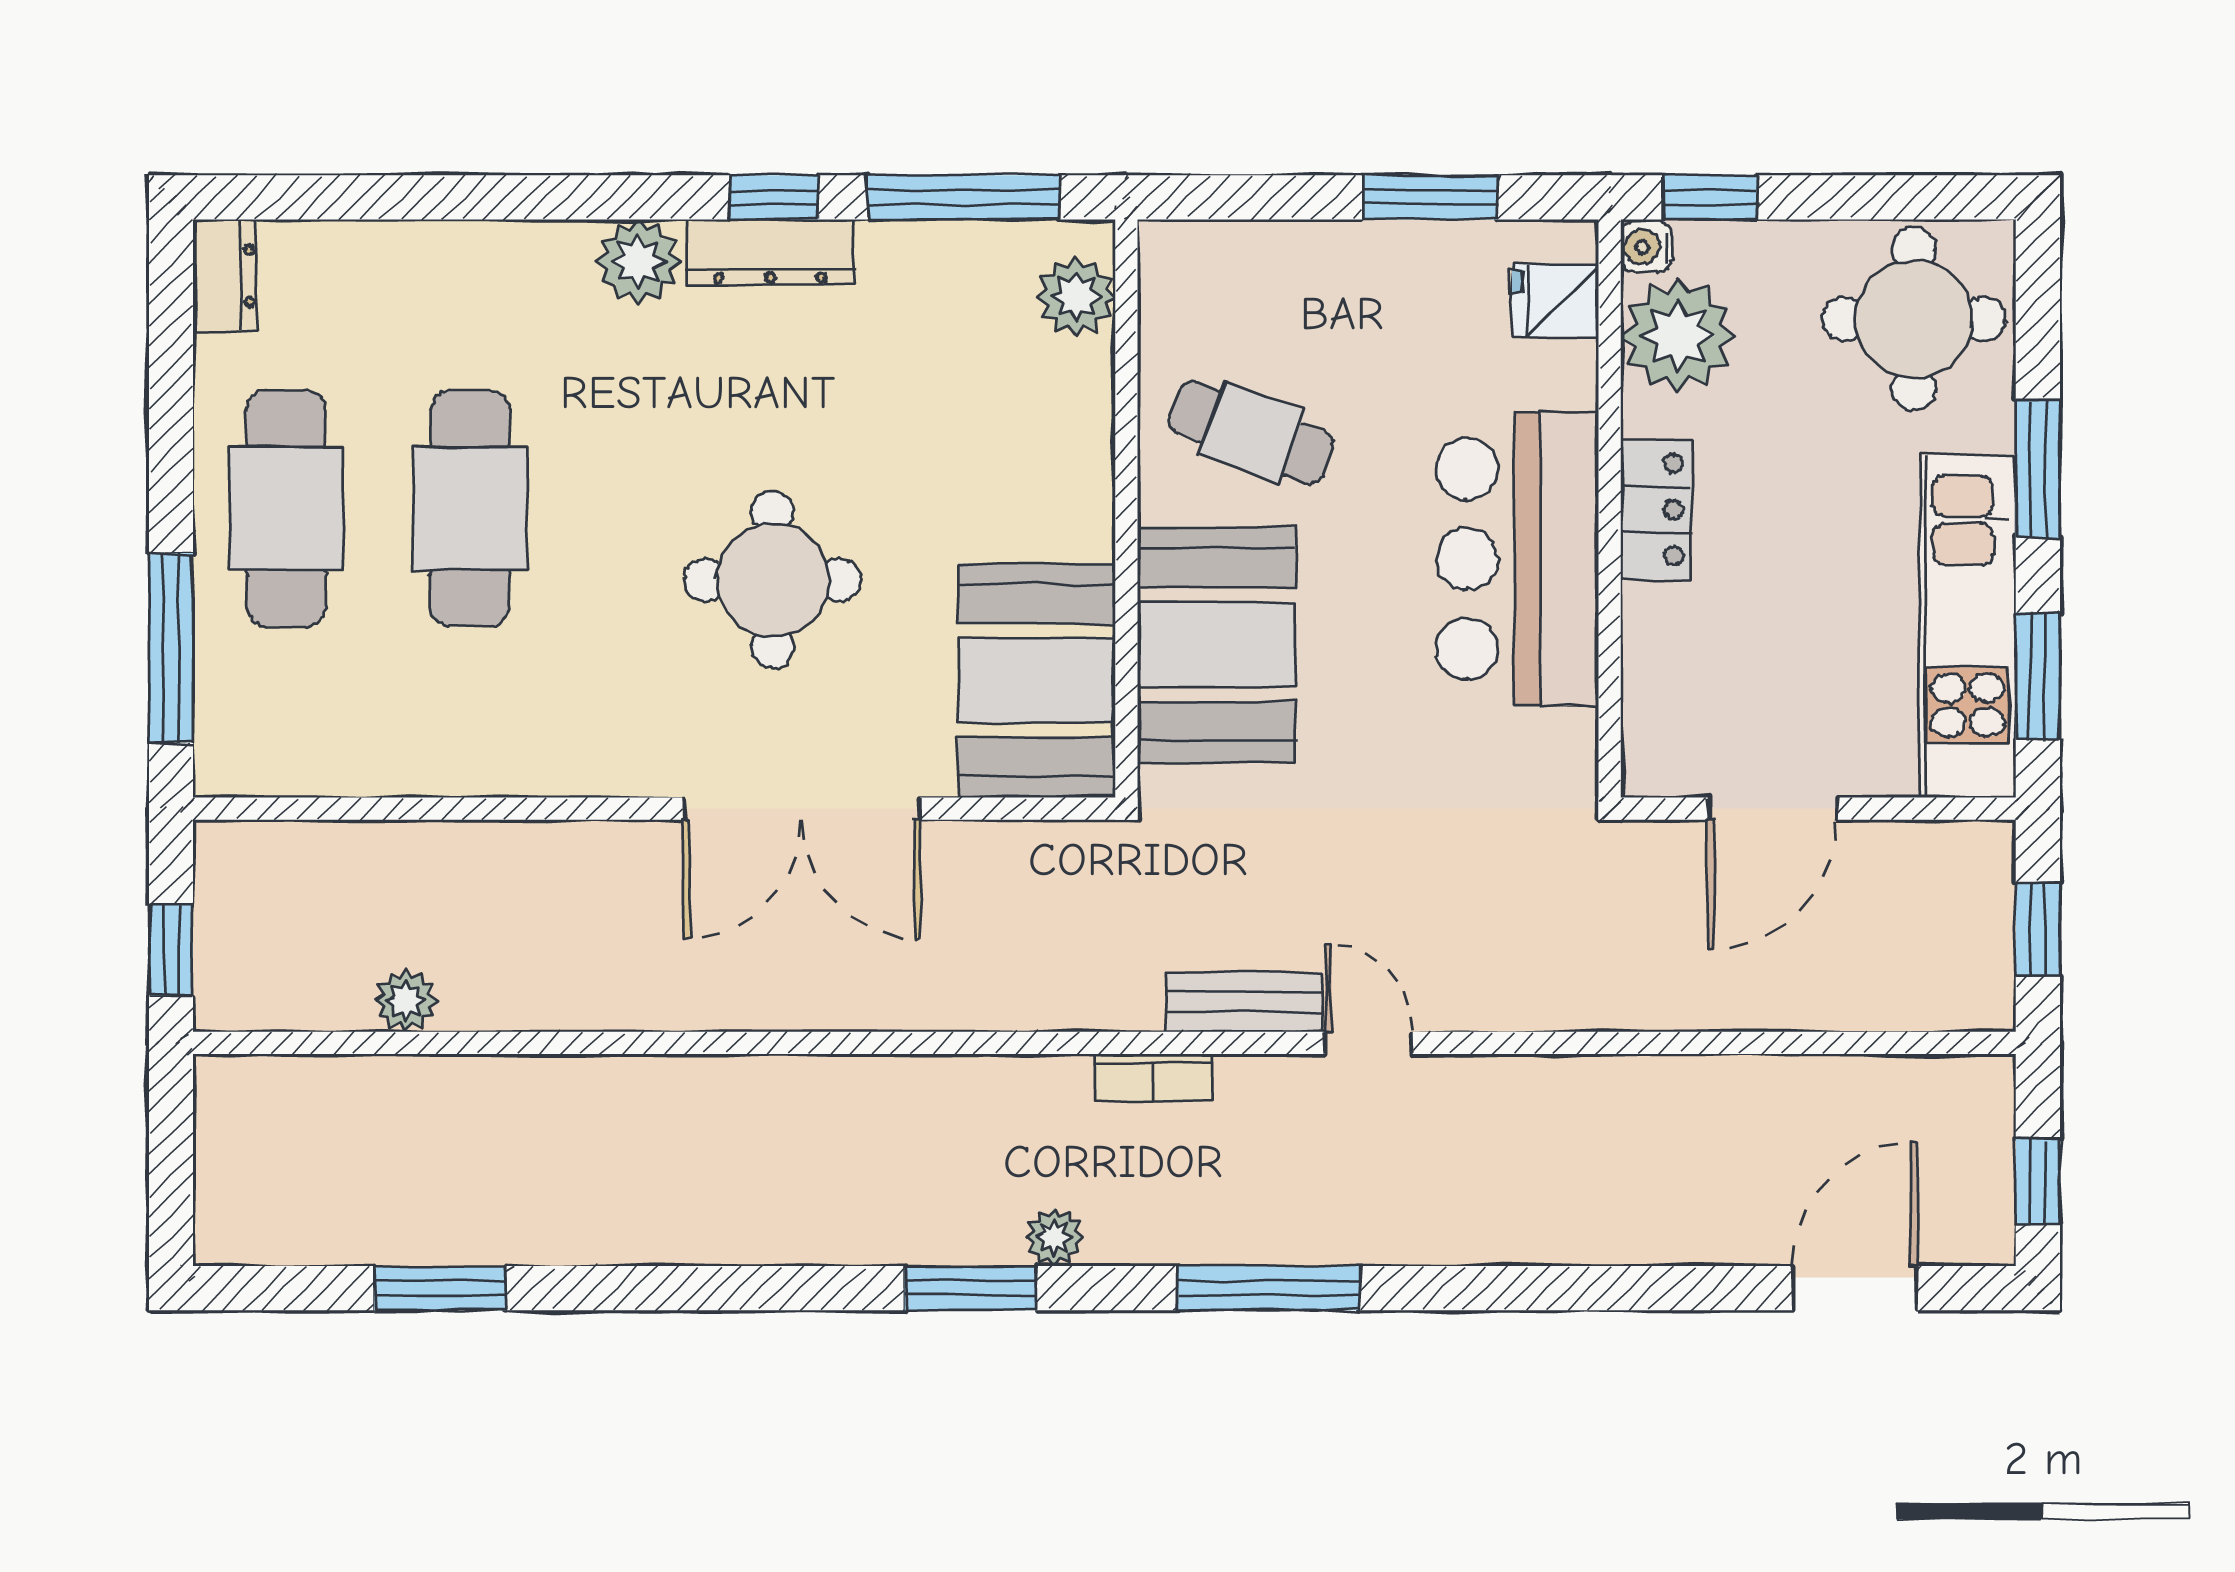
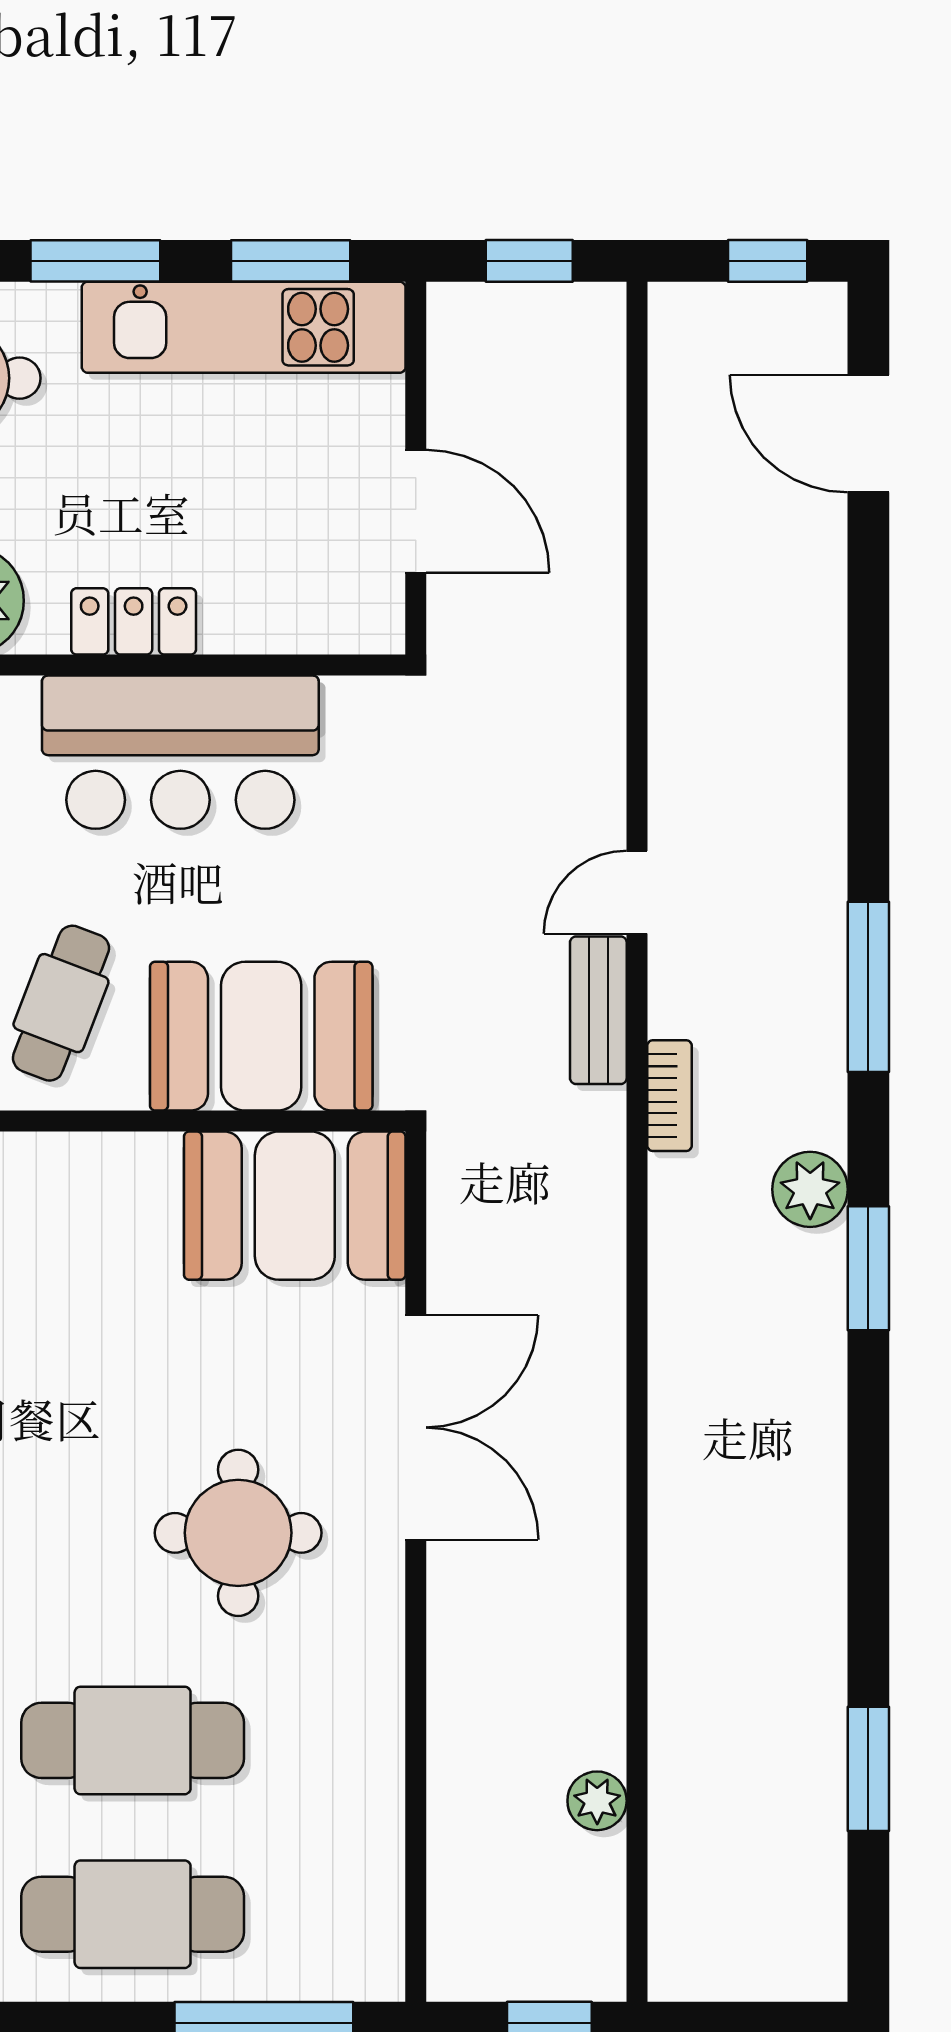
round table: (773, 580) -> (238, 1533), moved
plant: (1054, 1237) -> (810, 1189), width x1.38, depth x1.38

